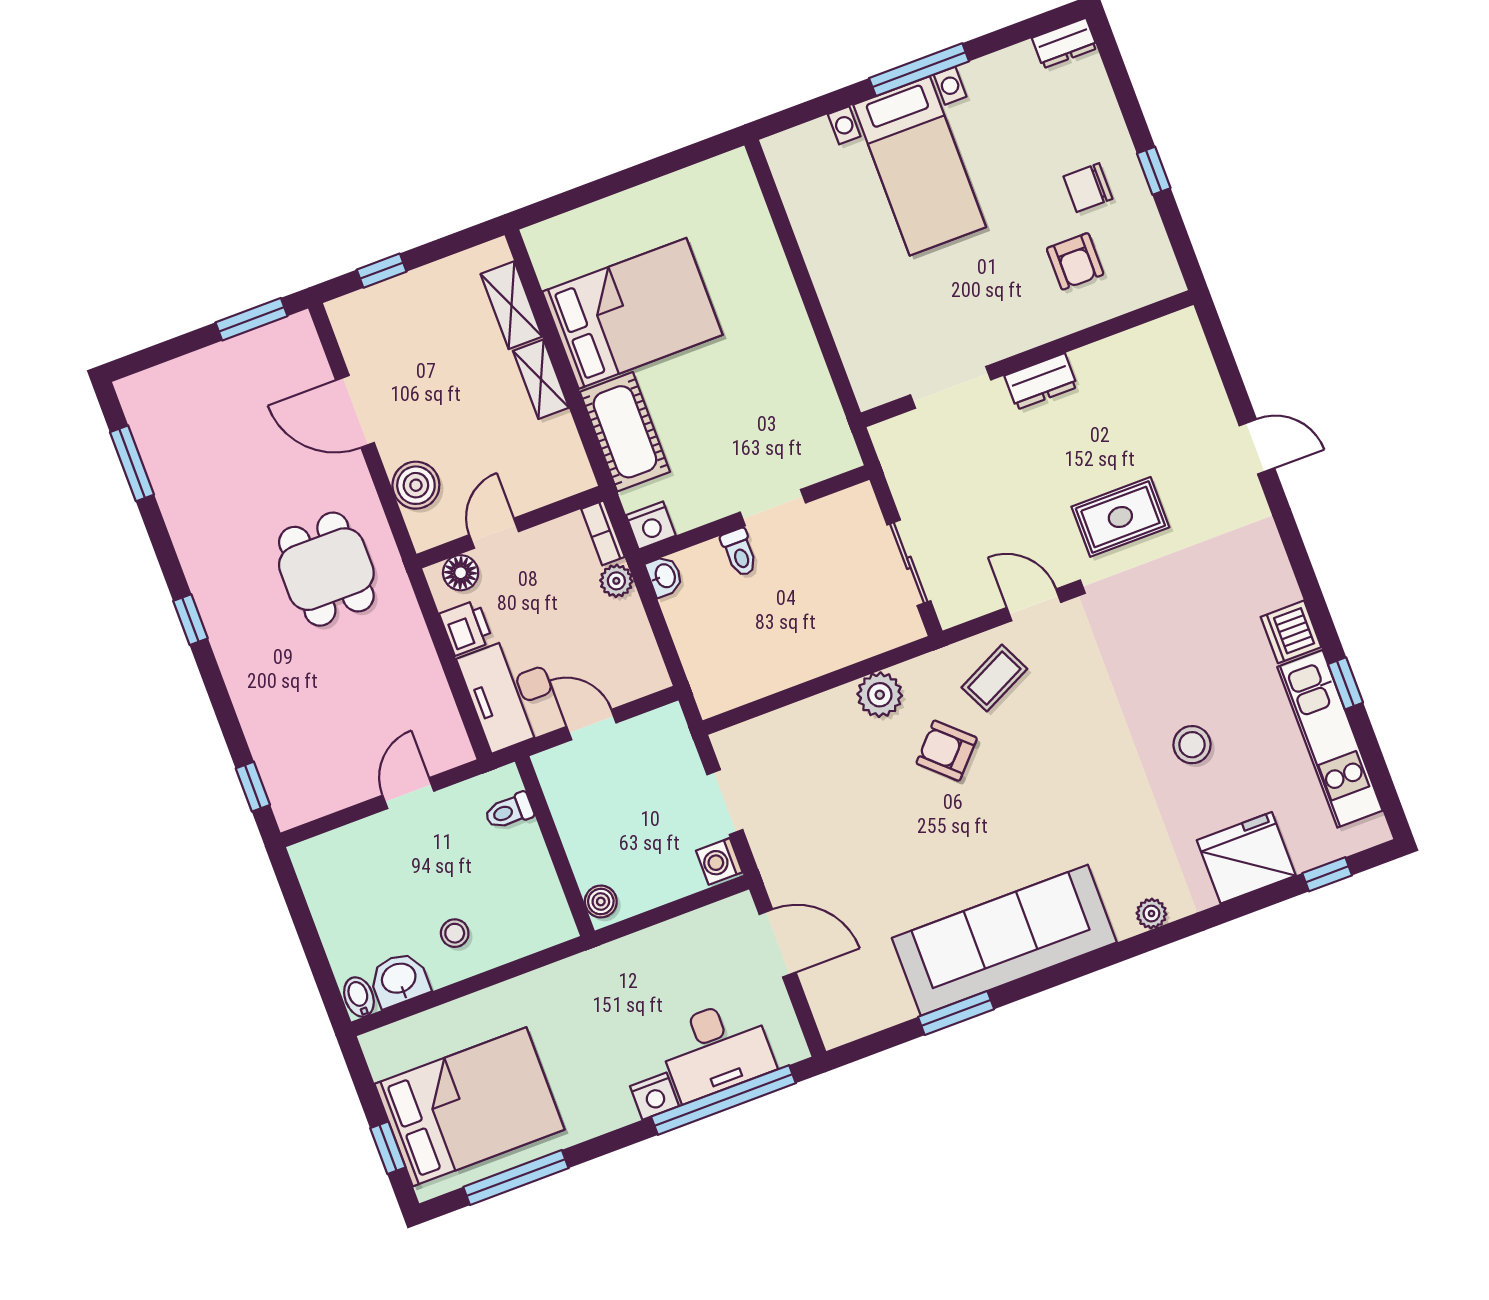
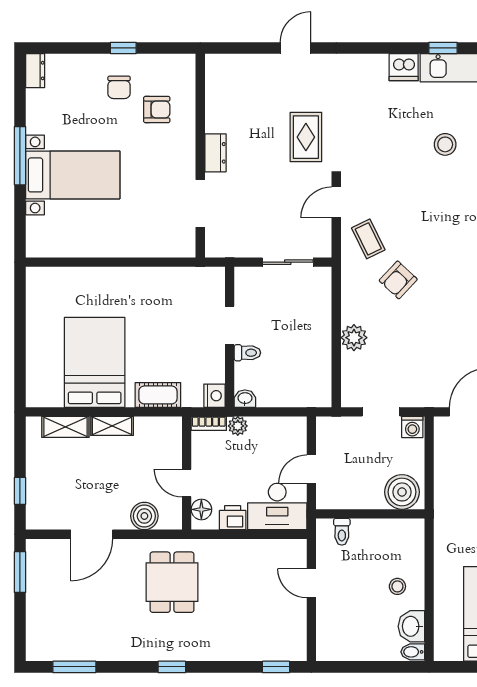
cot: (625, 432) -> (158, 395), width x0.73, depth x0.75
dining table: (326, 569) -> (172, 582), turned 90
plant: (880, 695) -> (354, 338), moved
boiler: (601, 902) -> (402, 492), width x1.86, depth x1.86

